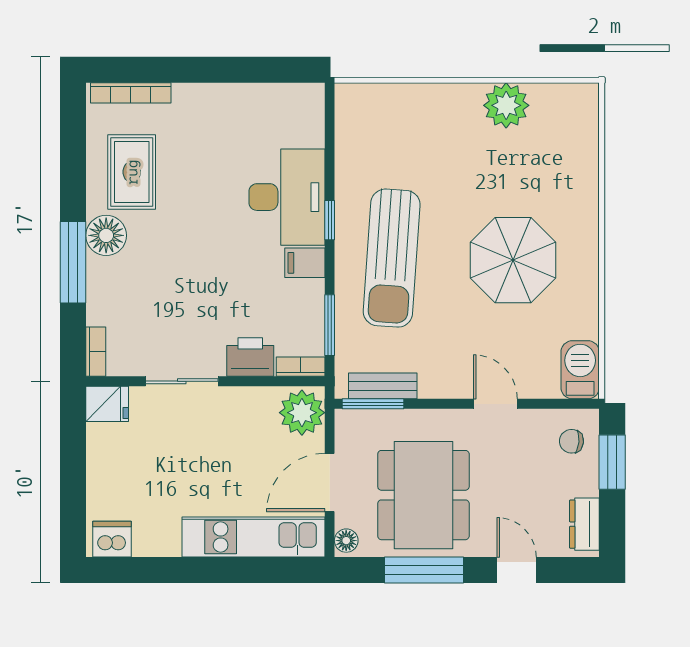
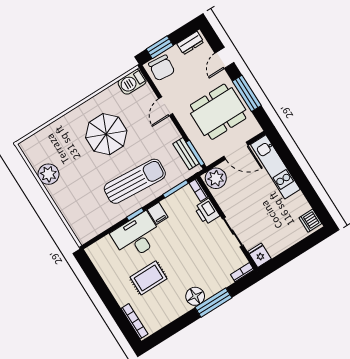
rug: (132, 172) -> (149, 278), moved
chair: (571, 441) -> (162, 68), width x1.87, depth x1.87
floor lamp: (346, 541) -> (254, 130), removed

